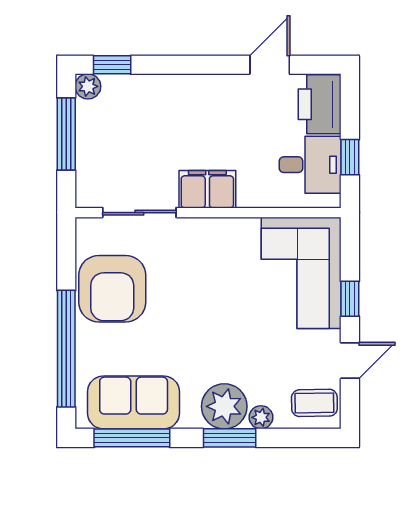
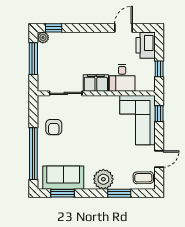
desk: (310, 165) -> (122, 78), moved, turned 90
armchair: (112, 289) -> (54, 127), width x0.53, depth x0.53
window: (350, 299) -> (159, 114), moved
plant: (261, 417) -> (120, 184), removed
window: (132, 438) -> (62, 193), width x0.69
window: (230, 438) -> (119, 193), moved

